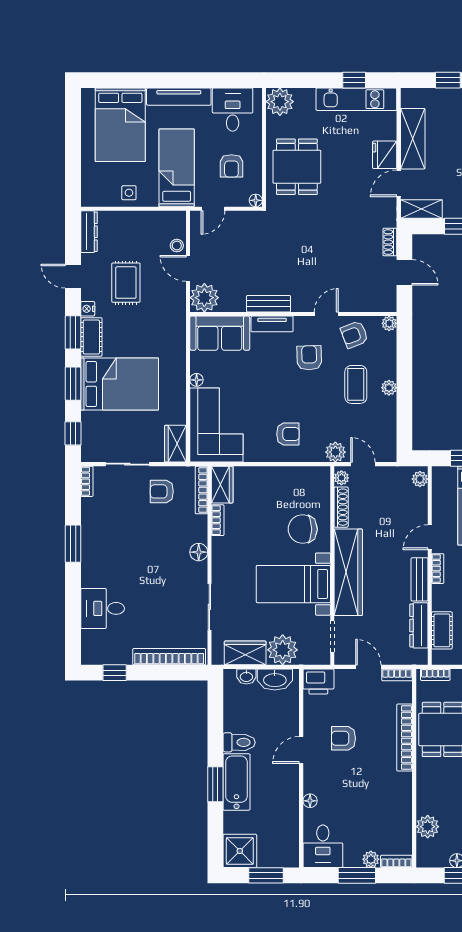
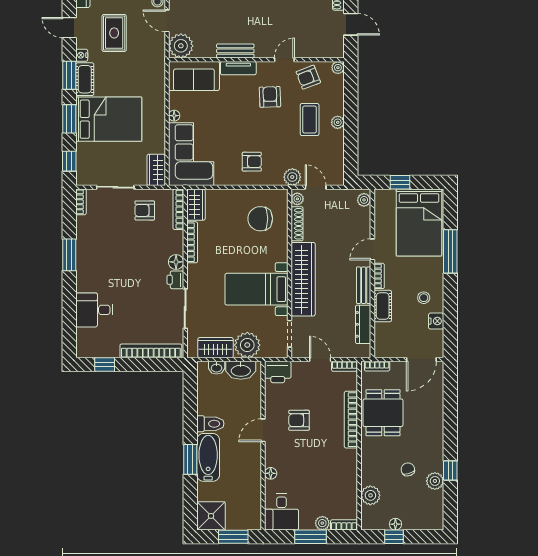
bookcase: (218, 520) -> (192, 242), width x1.56
chair: (303, 529) -> (260, 219), moved
printer: (198, 573) -> (175, 280), added
cot: (442, 630) -> (383, 306), moved

